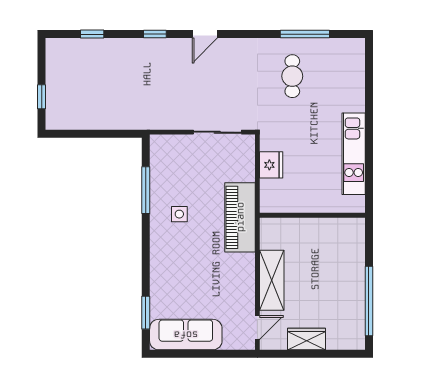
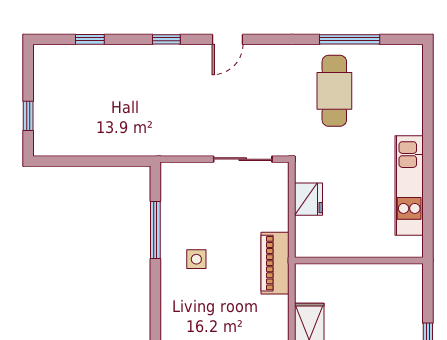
cafe table: (292, 76) -> (334, 91), width x1.37, depth x1.35
piano: (240, 217) -> (275, 263), width x0.73, depth x0.75

